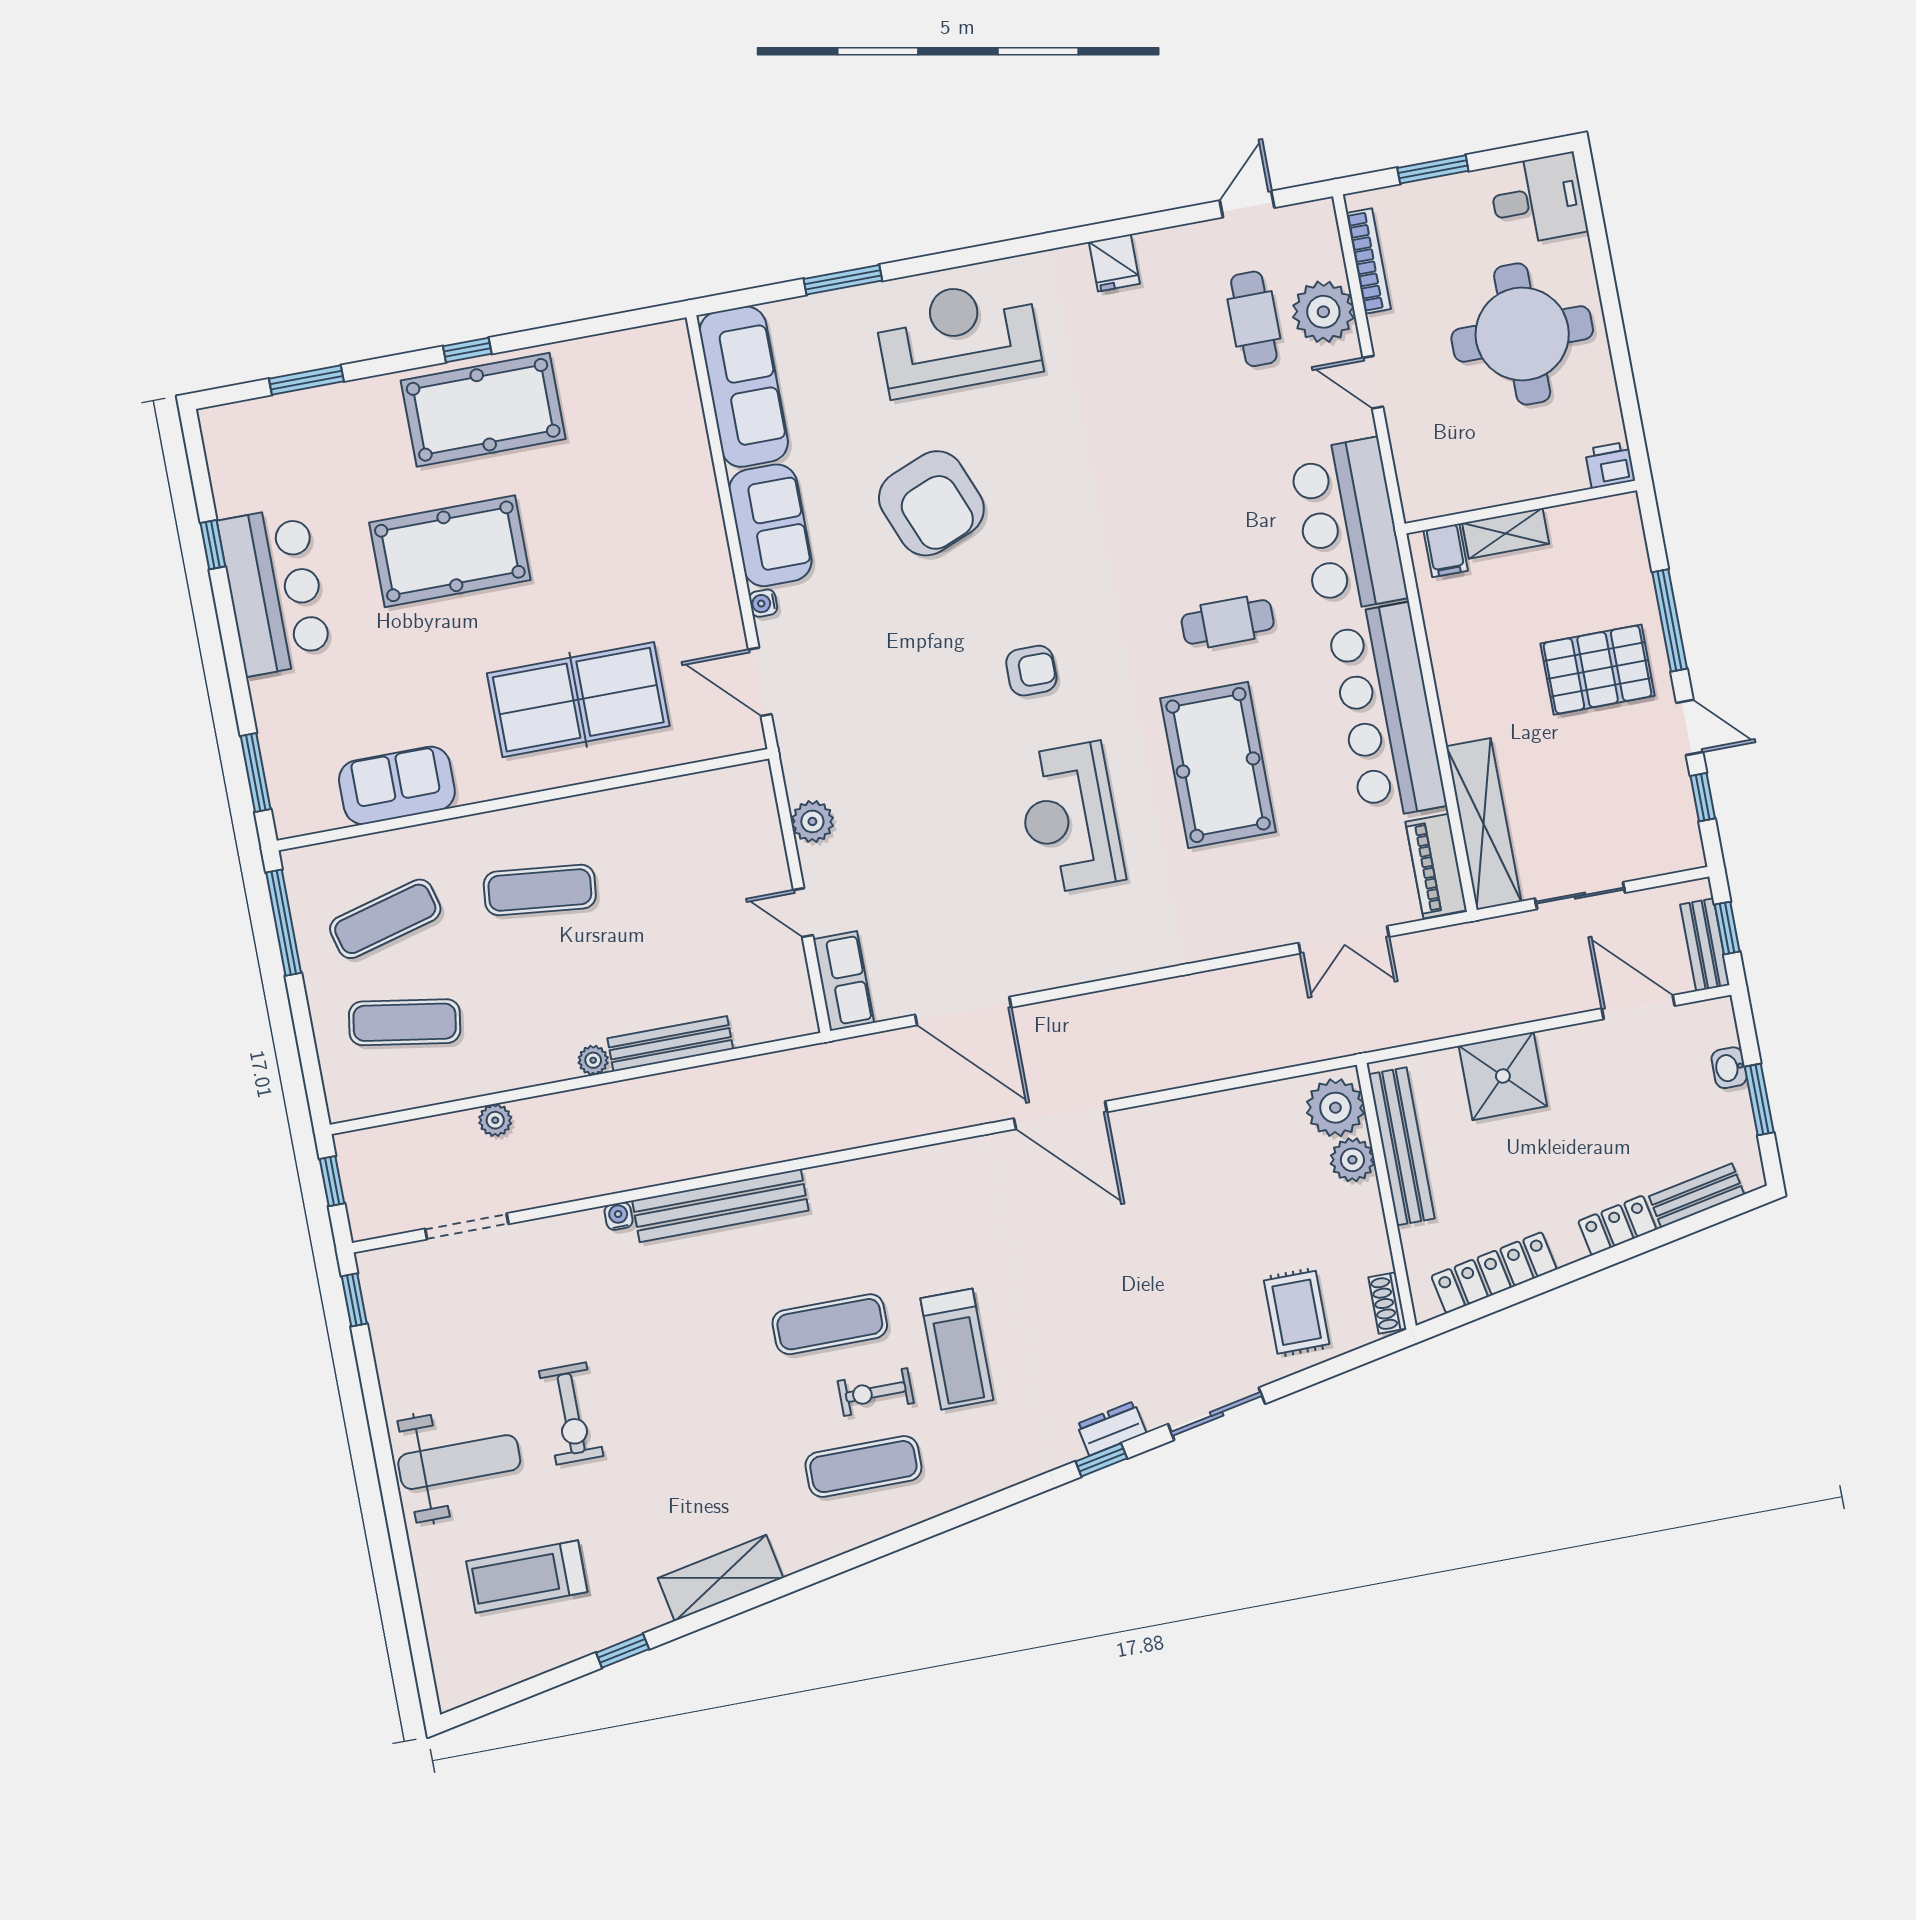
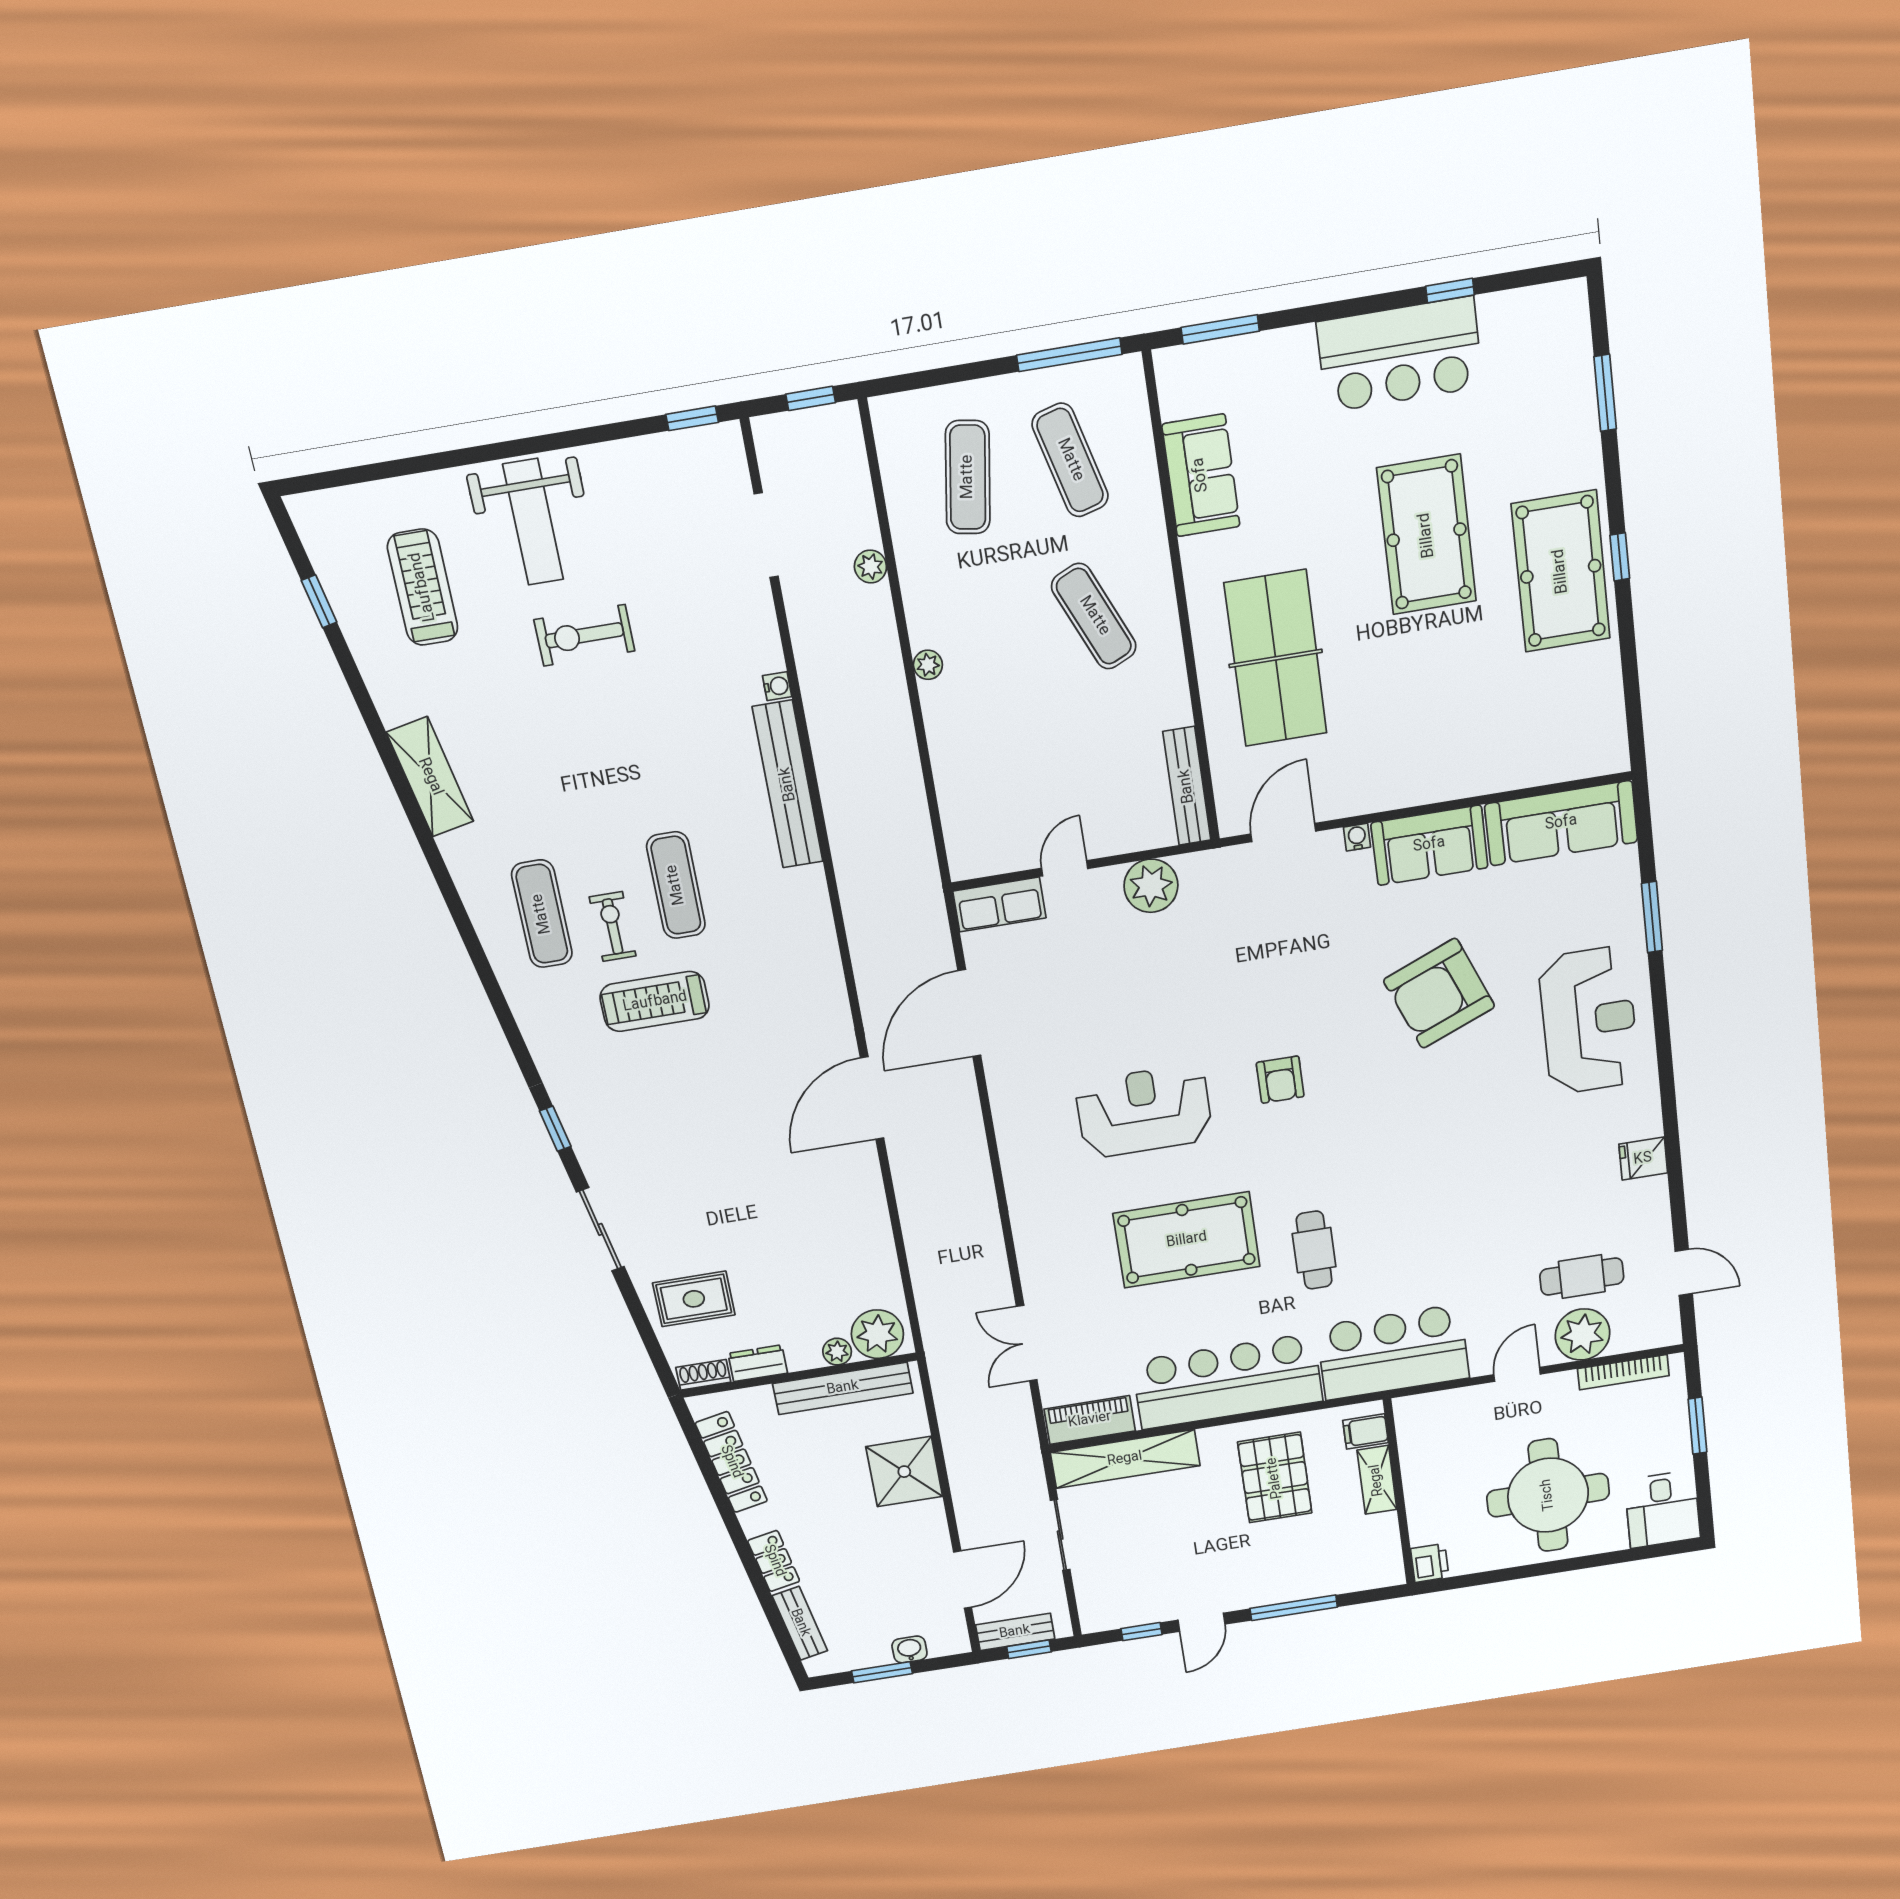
pallet: (1598, 670) -> (1275, 1478), moved
plant: (812, 821) -> (1151, 886), width x1.36, depth x1.36
exercise mat: (540, 890) -> (1094, 616), turned -30
bench: (670, 1044) -> (1187, 786), moved
plant: (1352, 1160) -> (837, 1352), width x0.73, depth x0.73
dresser: (1112, 1428) -> (758, 1363), moved, turned -79
window: (623, 1651) -> (319, 601), moved

